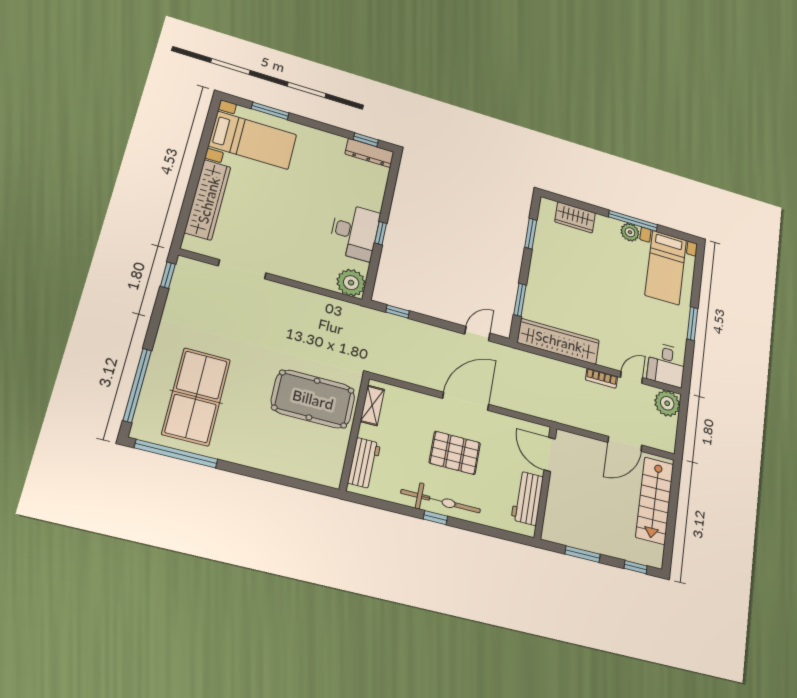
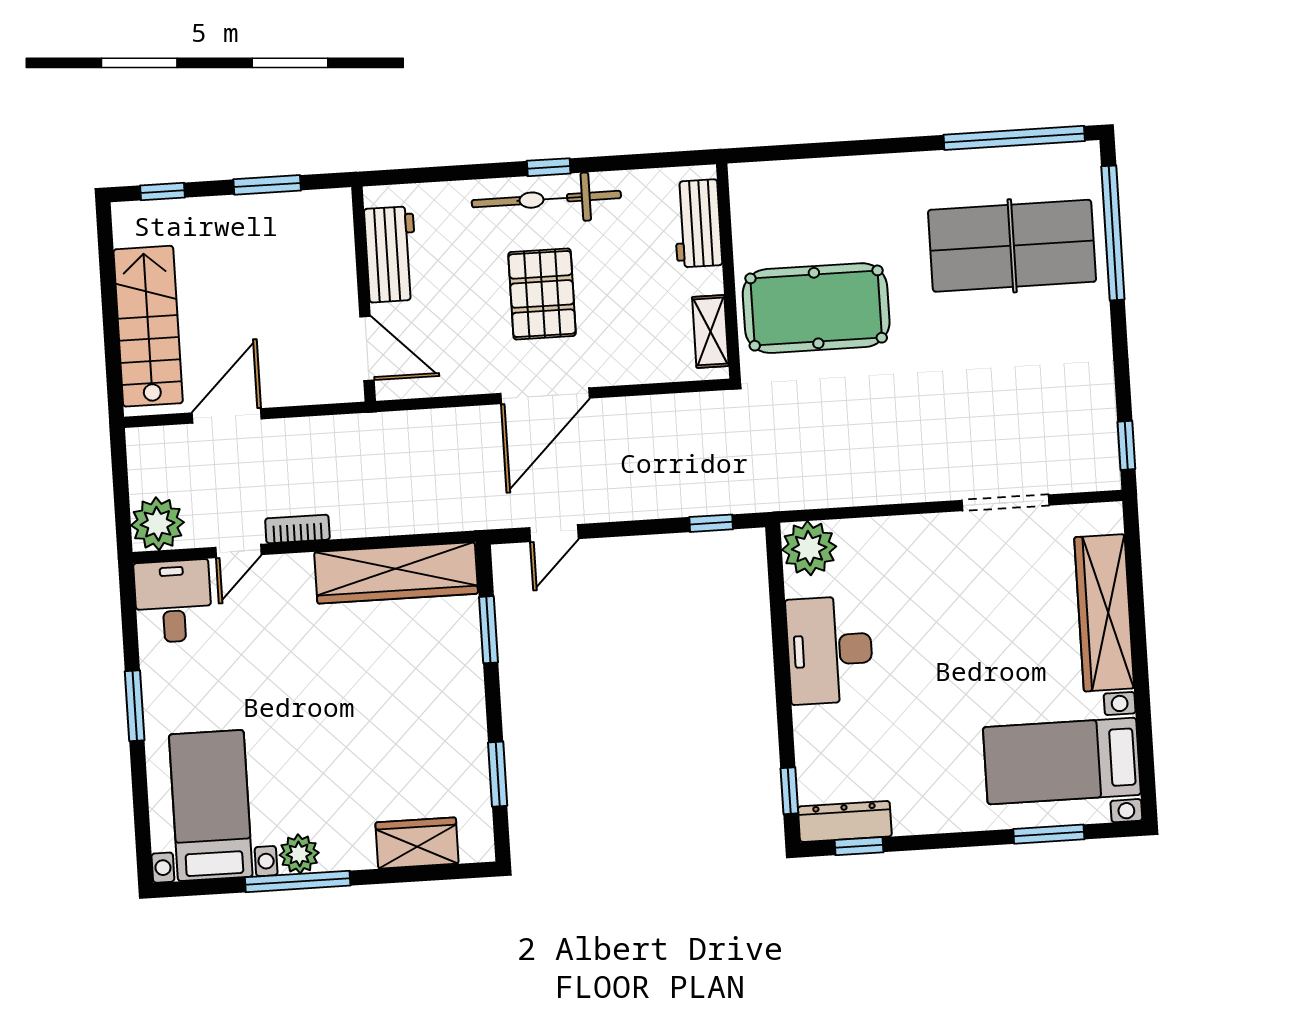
window: (381, 233) -> (789, 791), moved
table tennis table: (196, 397) -> (1012, 246), turned 90
pallet: (455, 453) -> (542, 294), turned 90

